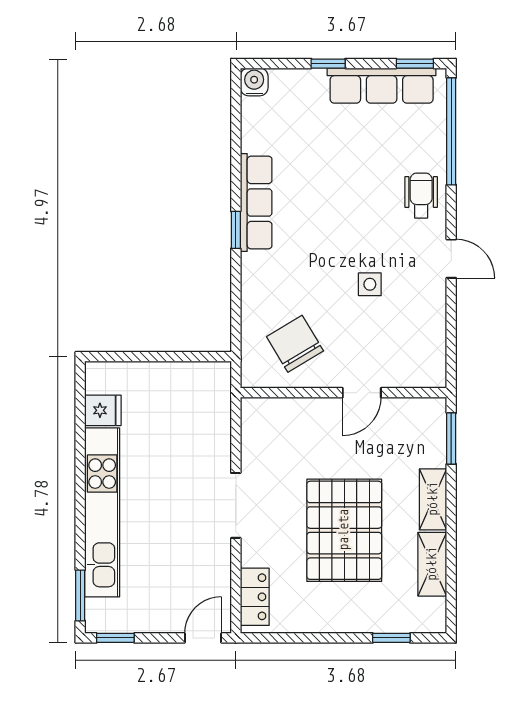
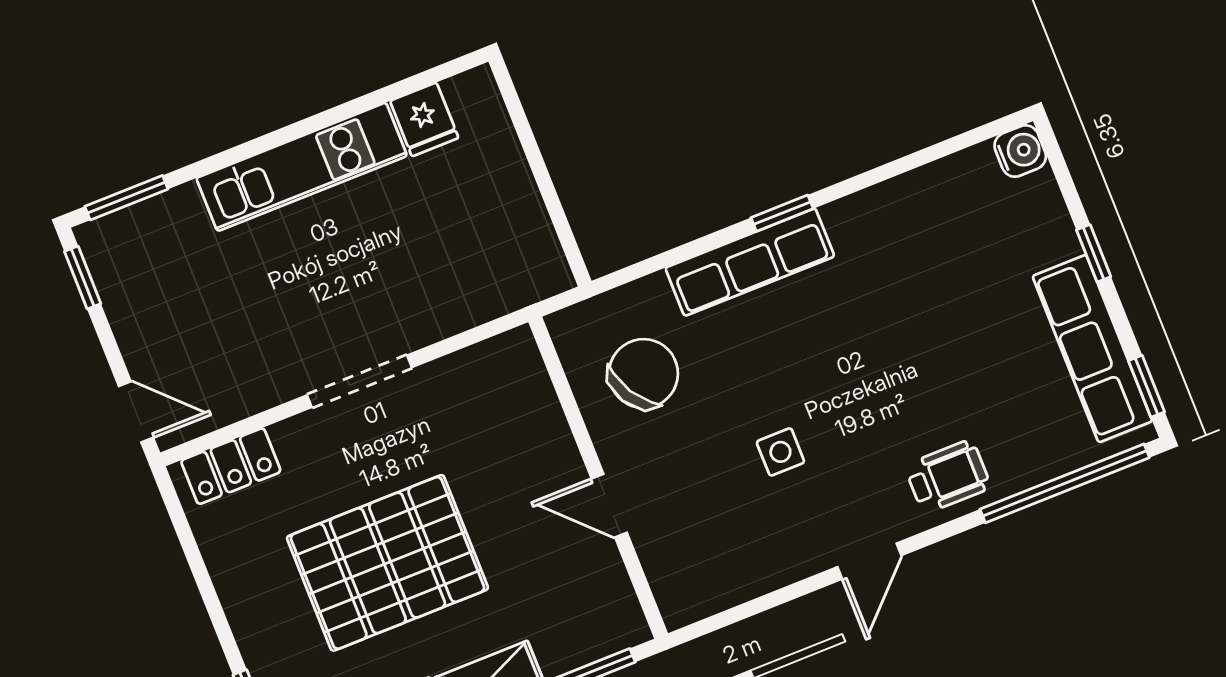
row of seats: (256, 203) -> (750, 262), moved
kitchen unit: (102, 512) -> (302, 167), width x0.73

